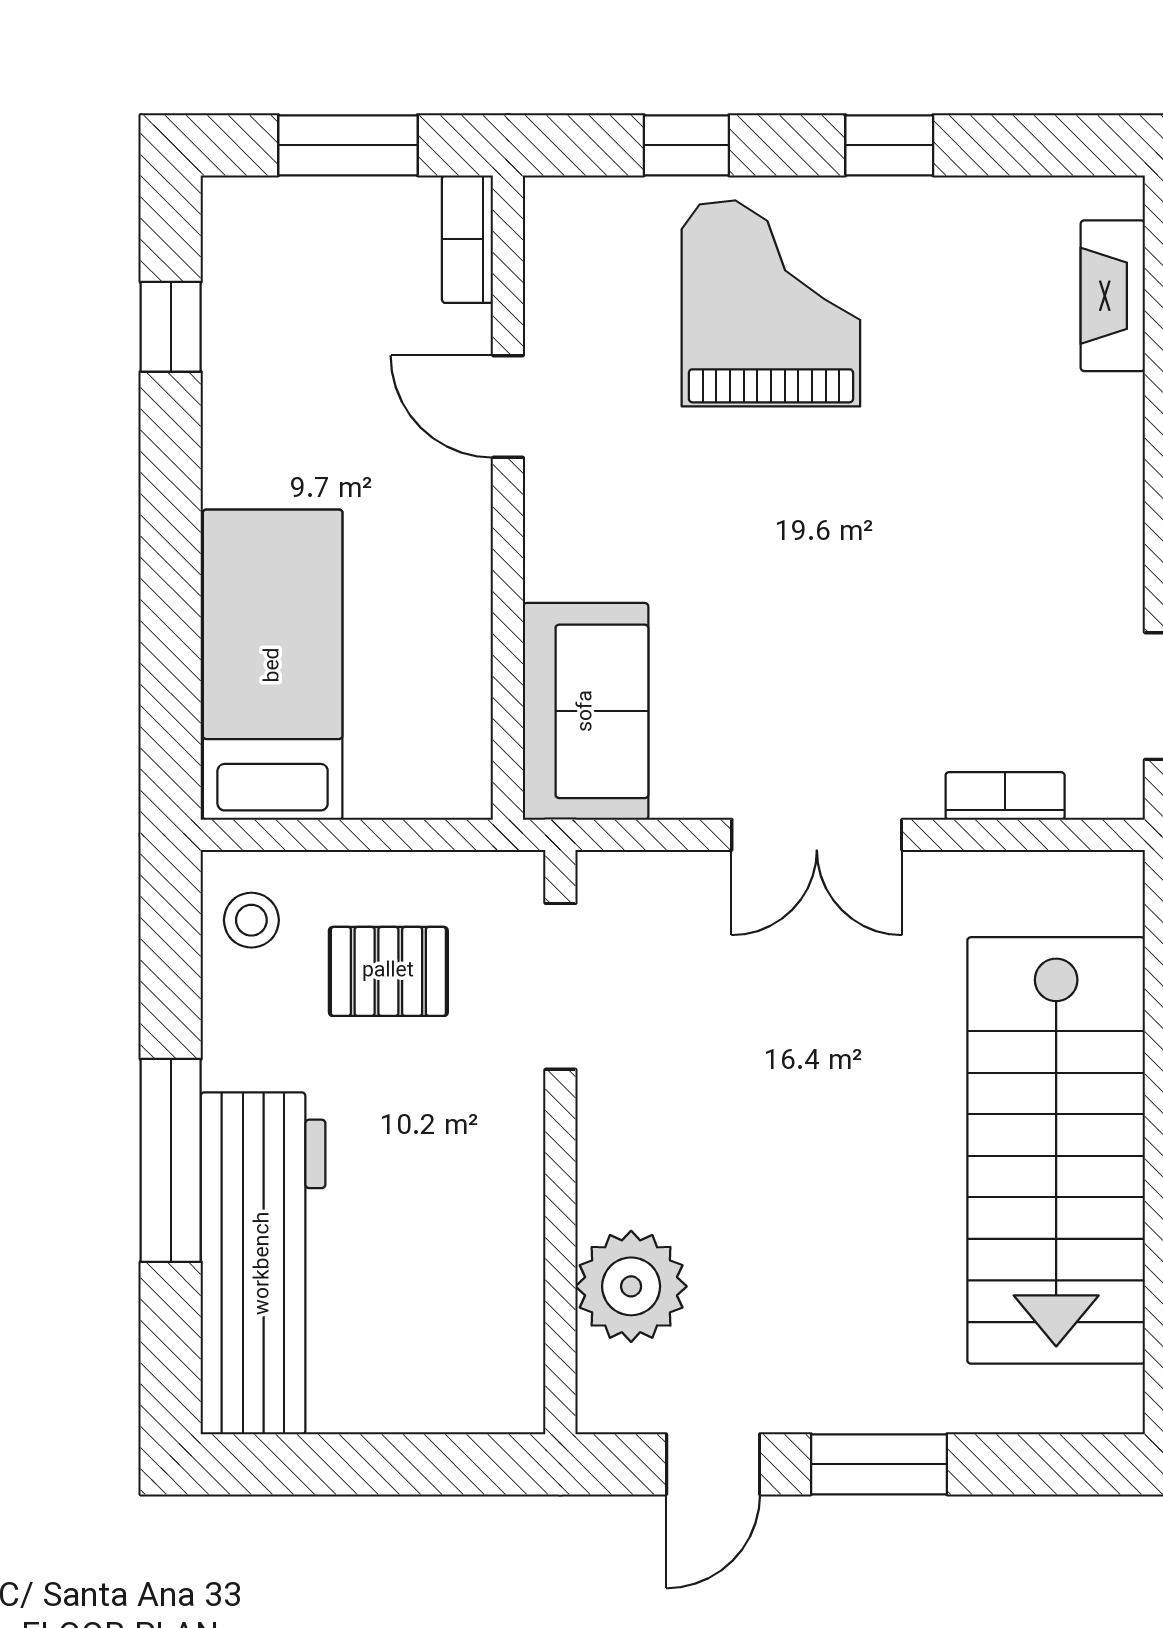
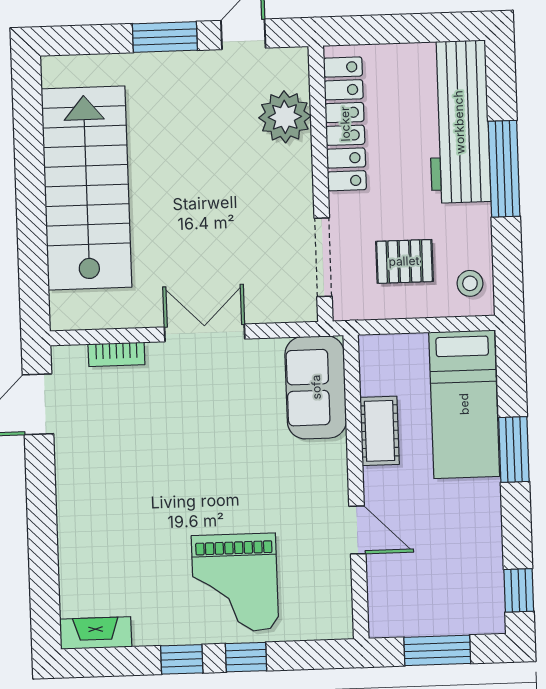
window: (686, 145) -> (246, 657), moved
bookcase: (467, 239) -> (379, 608), removed
fireplace: (1113, 296) -> (96, 633), moved, turned -90
window: (171, 327) -> (519, 590), moved
window: (171, 565) -> (514, 449), added
cot: (454, 614) -> (380, 431), added
locker: (505, 1267) -> (345, 124), added

